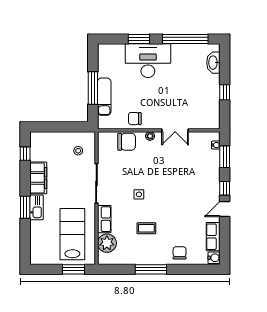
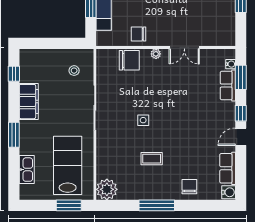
kitchen sink: (37, 207) -> (27, 170), moved
row of seats: (104, 219) -> (228, 85), moved, turned 180
plant: (107, 243) -> (107, 189), moved

